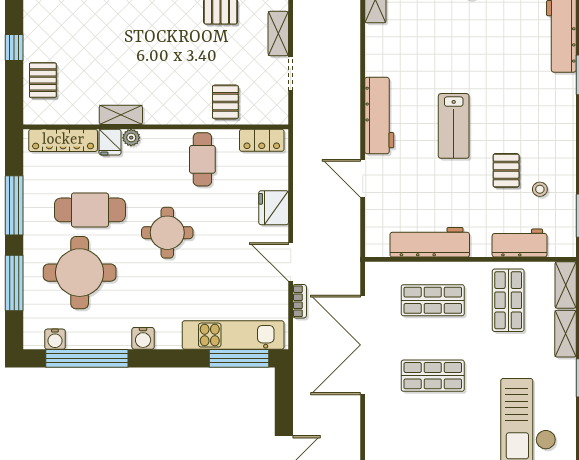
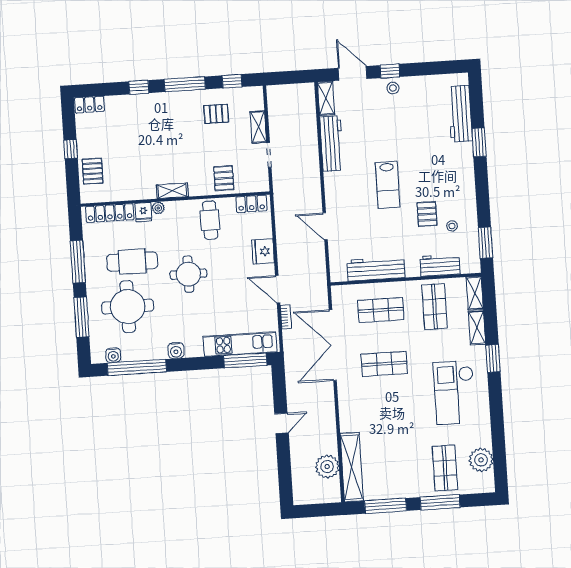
shelving: (121, 115) -> (172, 191), moved
workbench: (379, 116) -> (332, 144), moved

